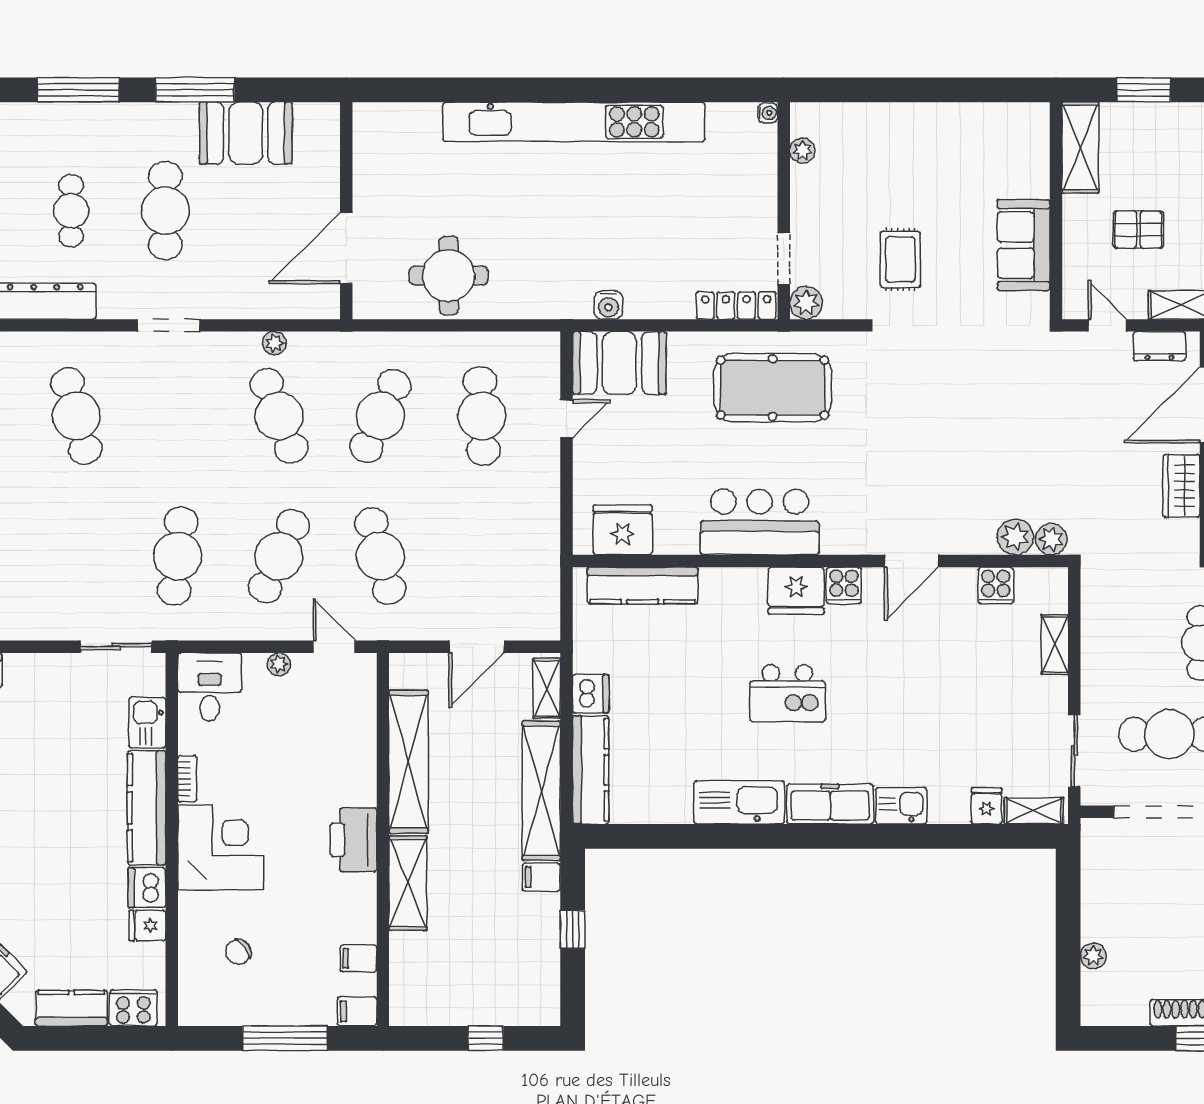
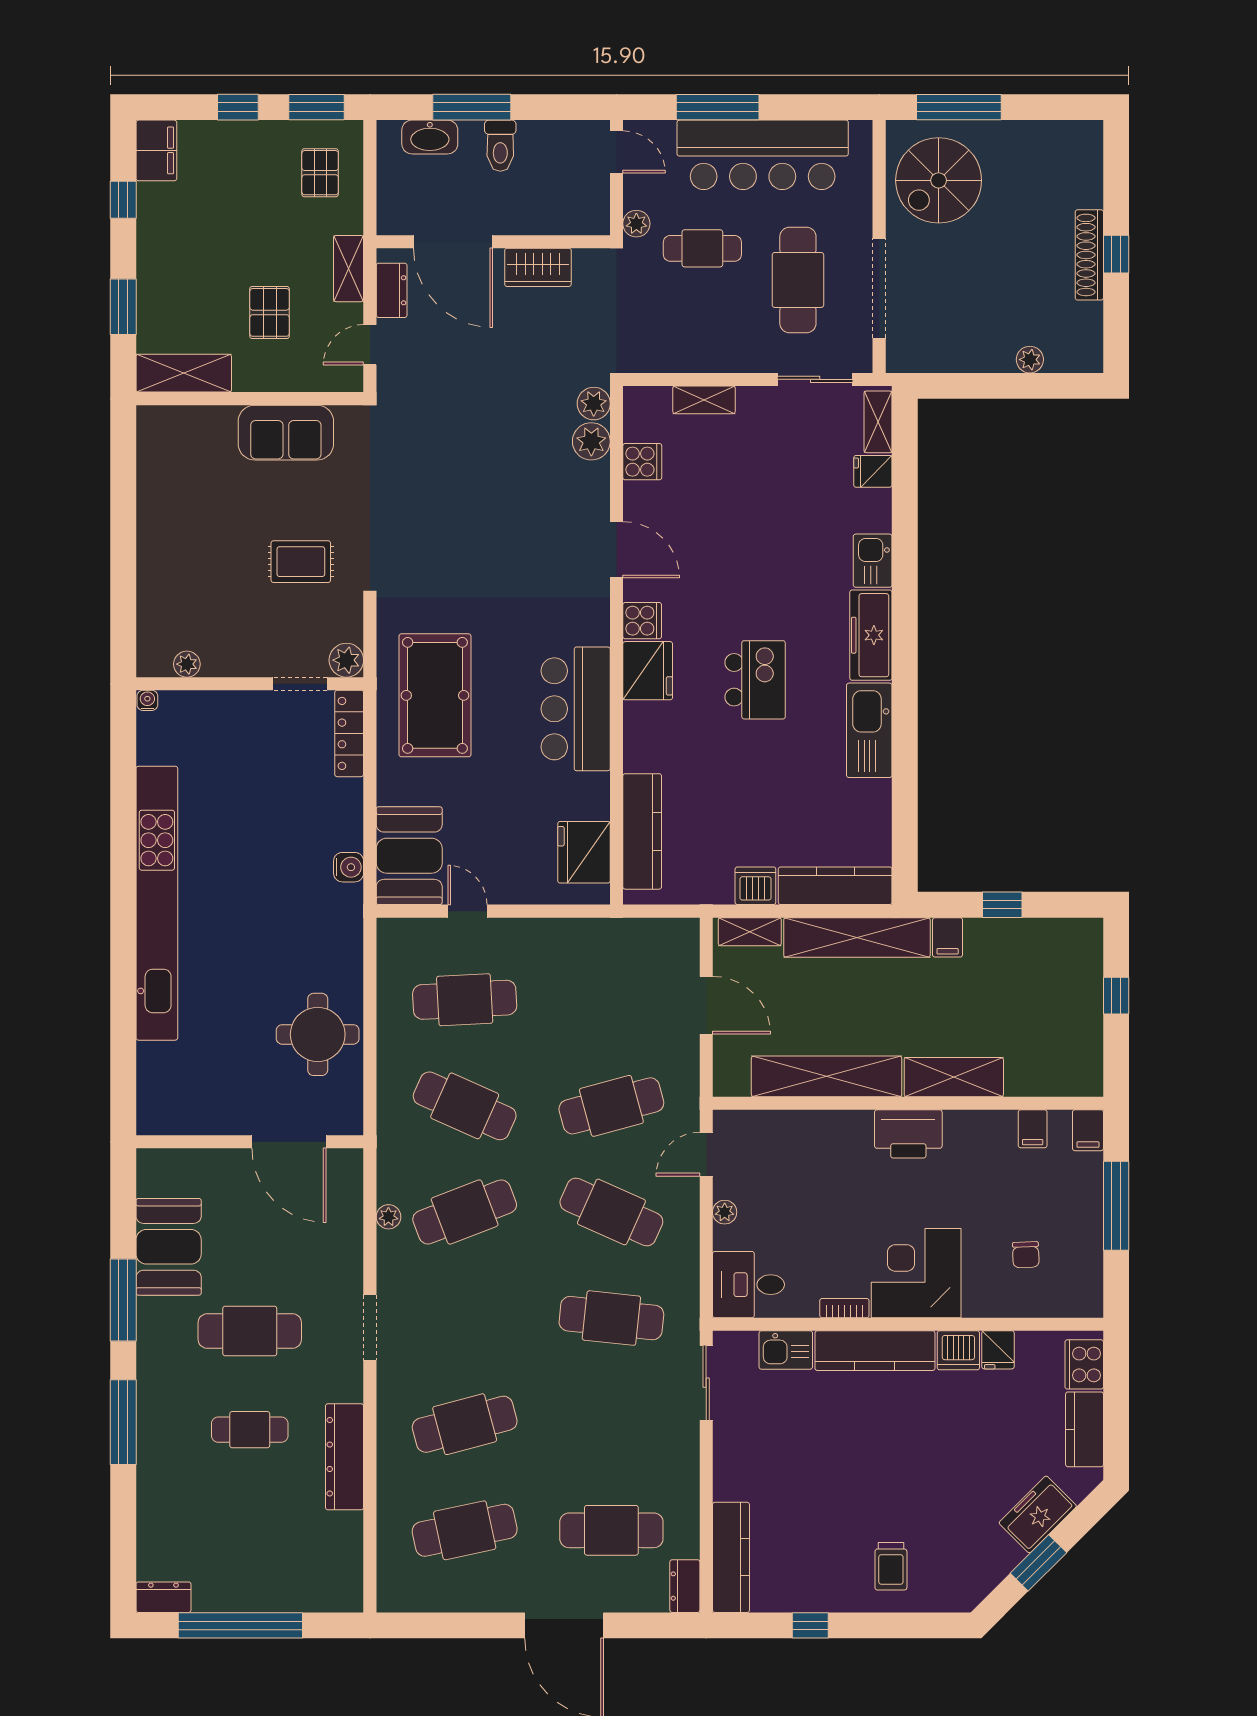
chair: (238, 952) -> (1026, 1255), turned 35

